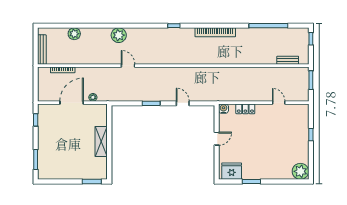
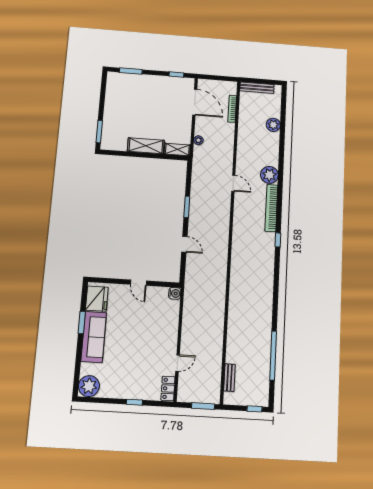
bookcase: (215, 32) -> (271, 208), moved
door: (128, 66) -> (233, 183), hinge flipped
door: (72, 103) -> (195, 102), moved
door: (183, 103) -> (184, 244), hinge flipped
locker: (245, 109) -> (168, 388), moved
shelving: (102, 115) -> (177, 149), added
sofa: (262, 171) -> (94, 337), added

